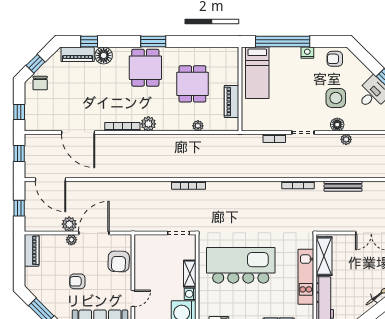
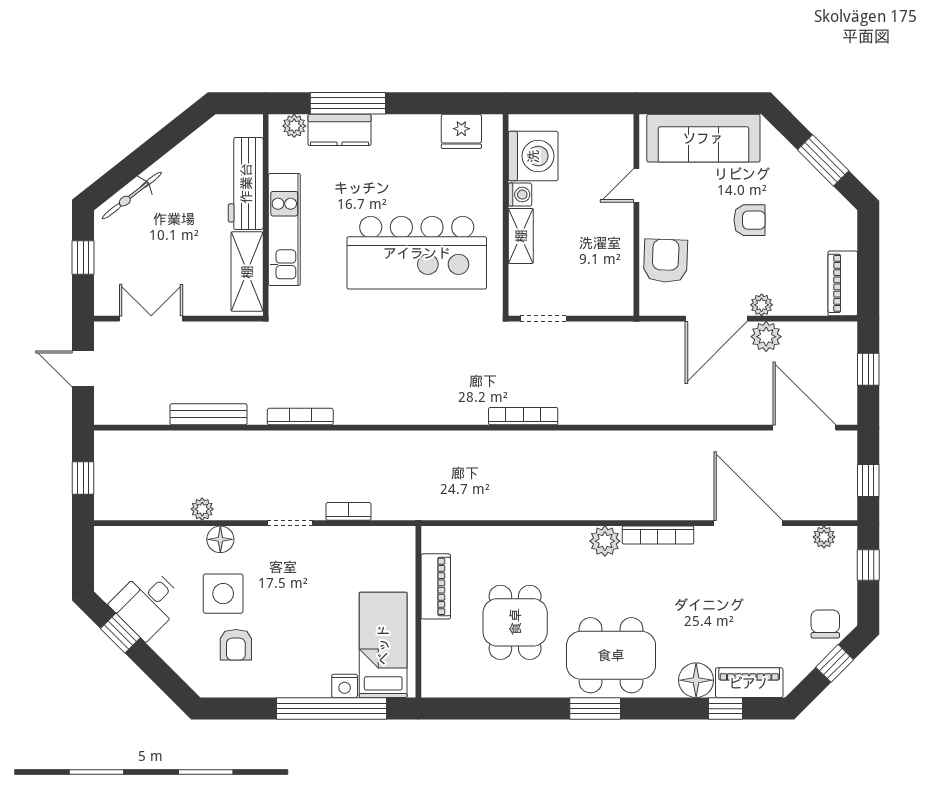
nightstand: (307, 53) -> (345, 686), moved
armchair: (335, 59) -> (236, 645), moved, turned 90
dining table: (145, 68) -> (611, 655), width x1.38
plant: (198, 126) -> (824, 537), moved

